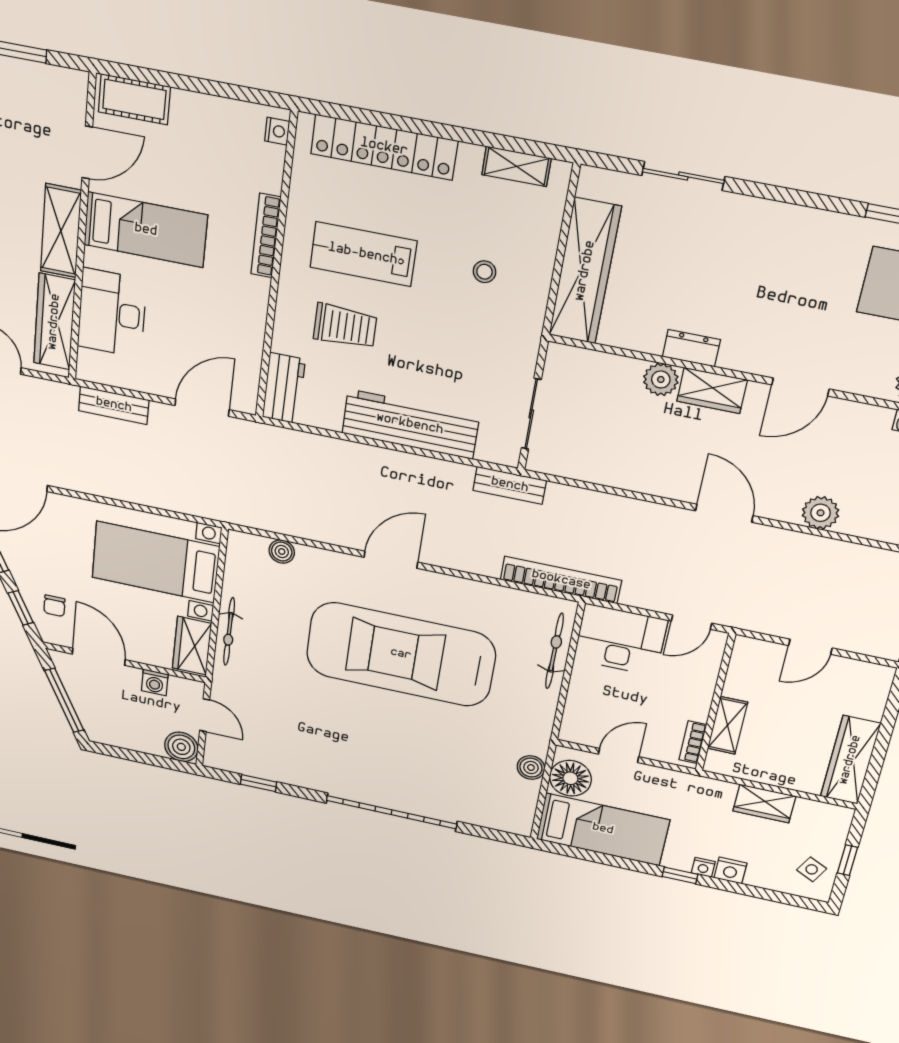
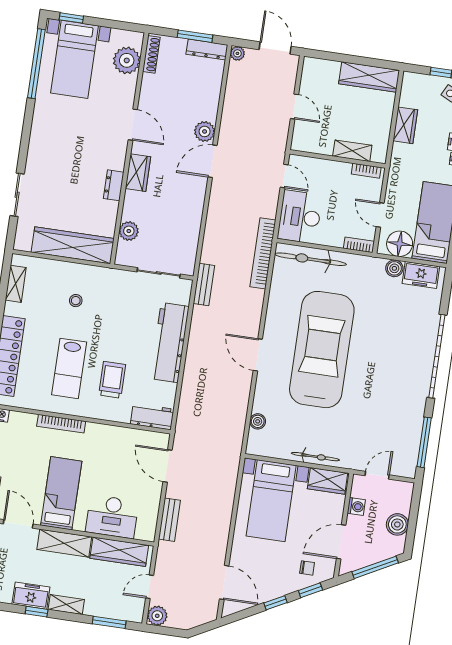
plant: (661, 379) -> (129, 231), moved
plant: (821, 513) -> (205, 131), moved
bicycle: (554, 651) -> (310, 259), width x1.37, depth x1.40
car: (401, 654) -> (322, 350), turned 180
bookcase: (571, 721) -> (359, 245), added
boiler: (181, 747) -> (397, 524), moved
window: (259, 783) -> (424, 442), width x2.17
freezer: (520, 803) -> (421, 275), added

